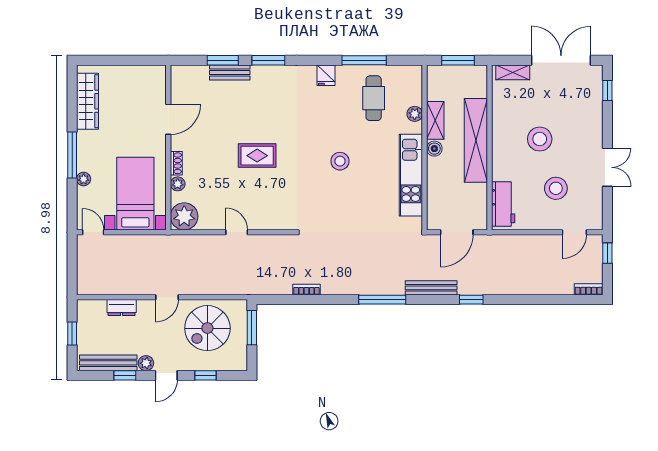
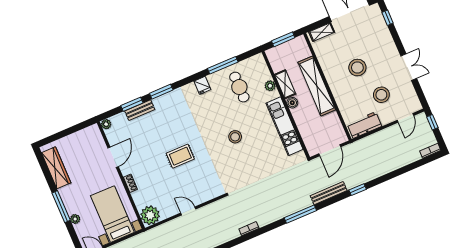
plant: (178, 184) -> (106, 124), moved
workbench: (503, 204) -> (364, 125), moved, turned -90

